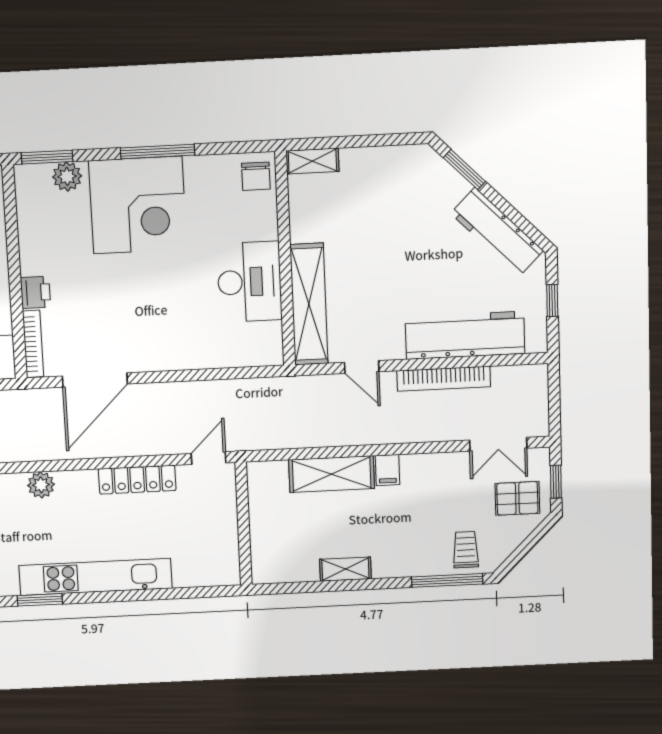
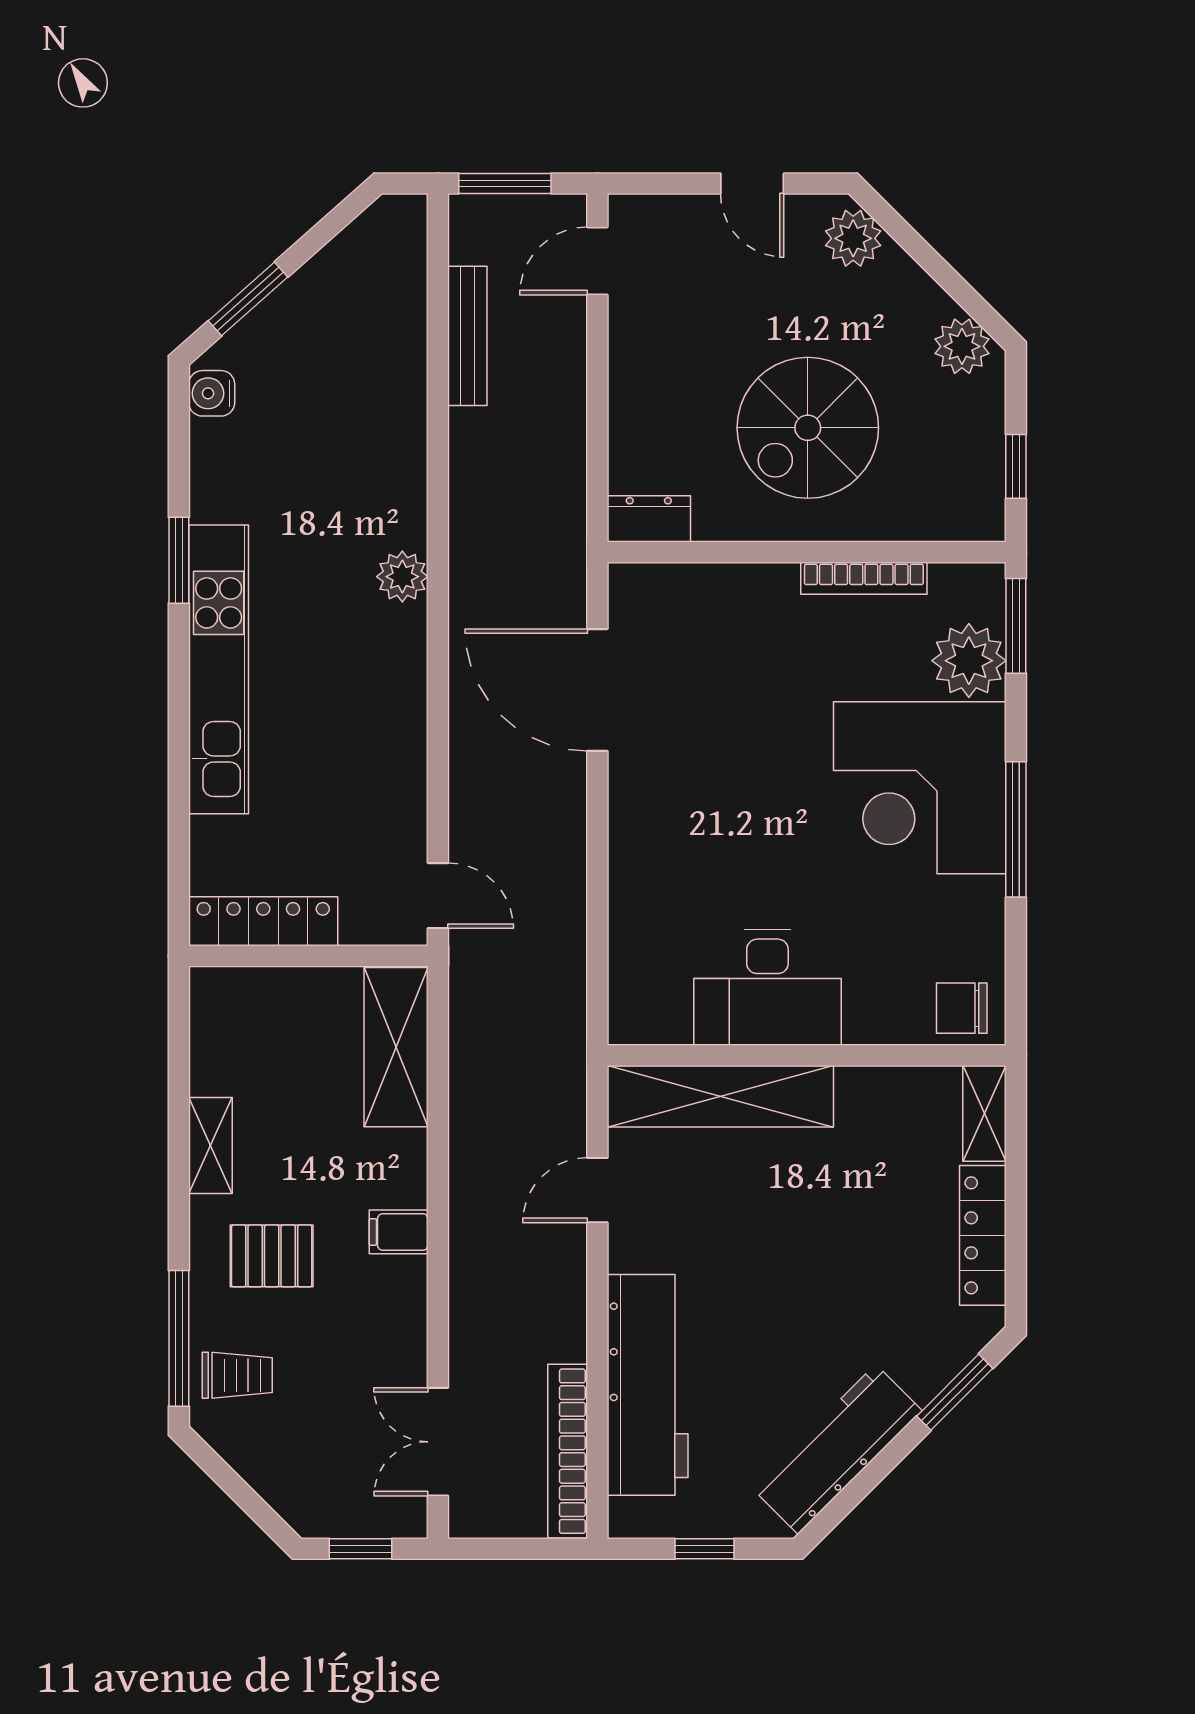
locker: (379, 159) -> (983, 1235), added
plant: (67, 176) -> (969, 661), width x1.36, depth x1.36
printer: (35, 292) -> (768, 589), removed
bookcase: (33, 344) -> (864, 578), moved
bookcase: (444, 379) -> (568, 1451), moved
shelving: (332, 474) -> (396, 1047), moved
locker: (137, 480) -> (263, 921), moved, turned 90
pallet: (517, 498) -> (272, 1256), moved, turned 90

